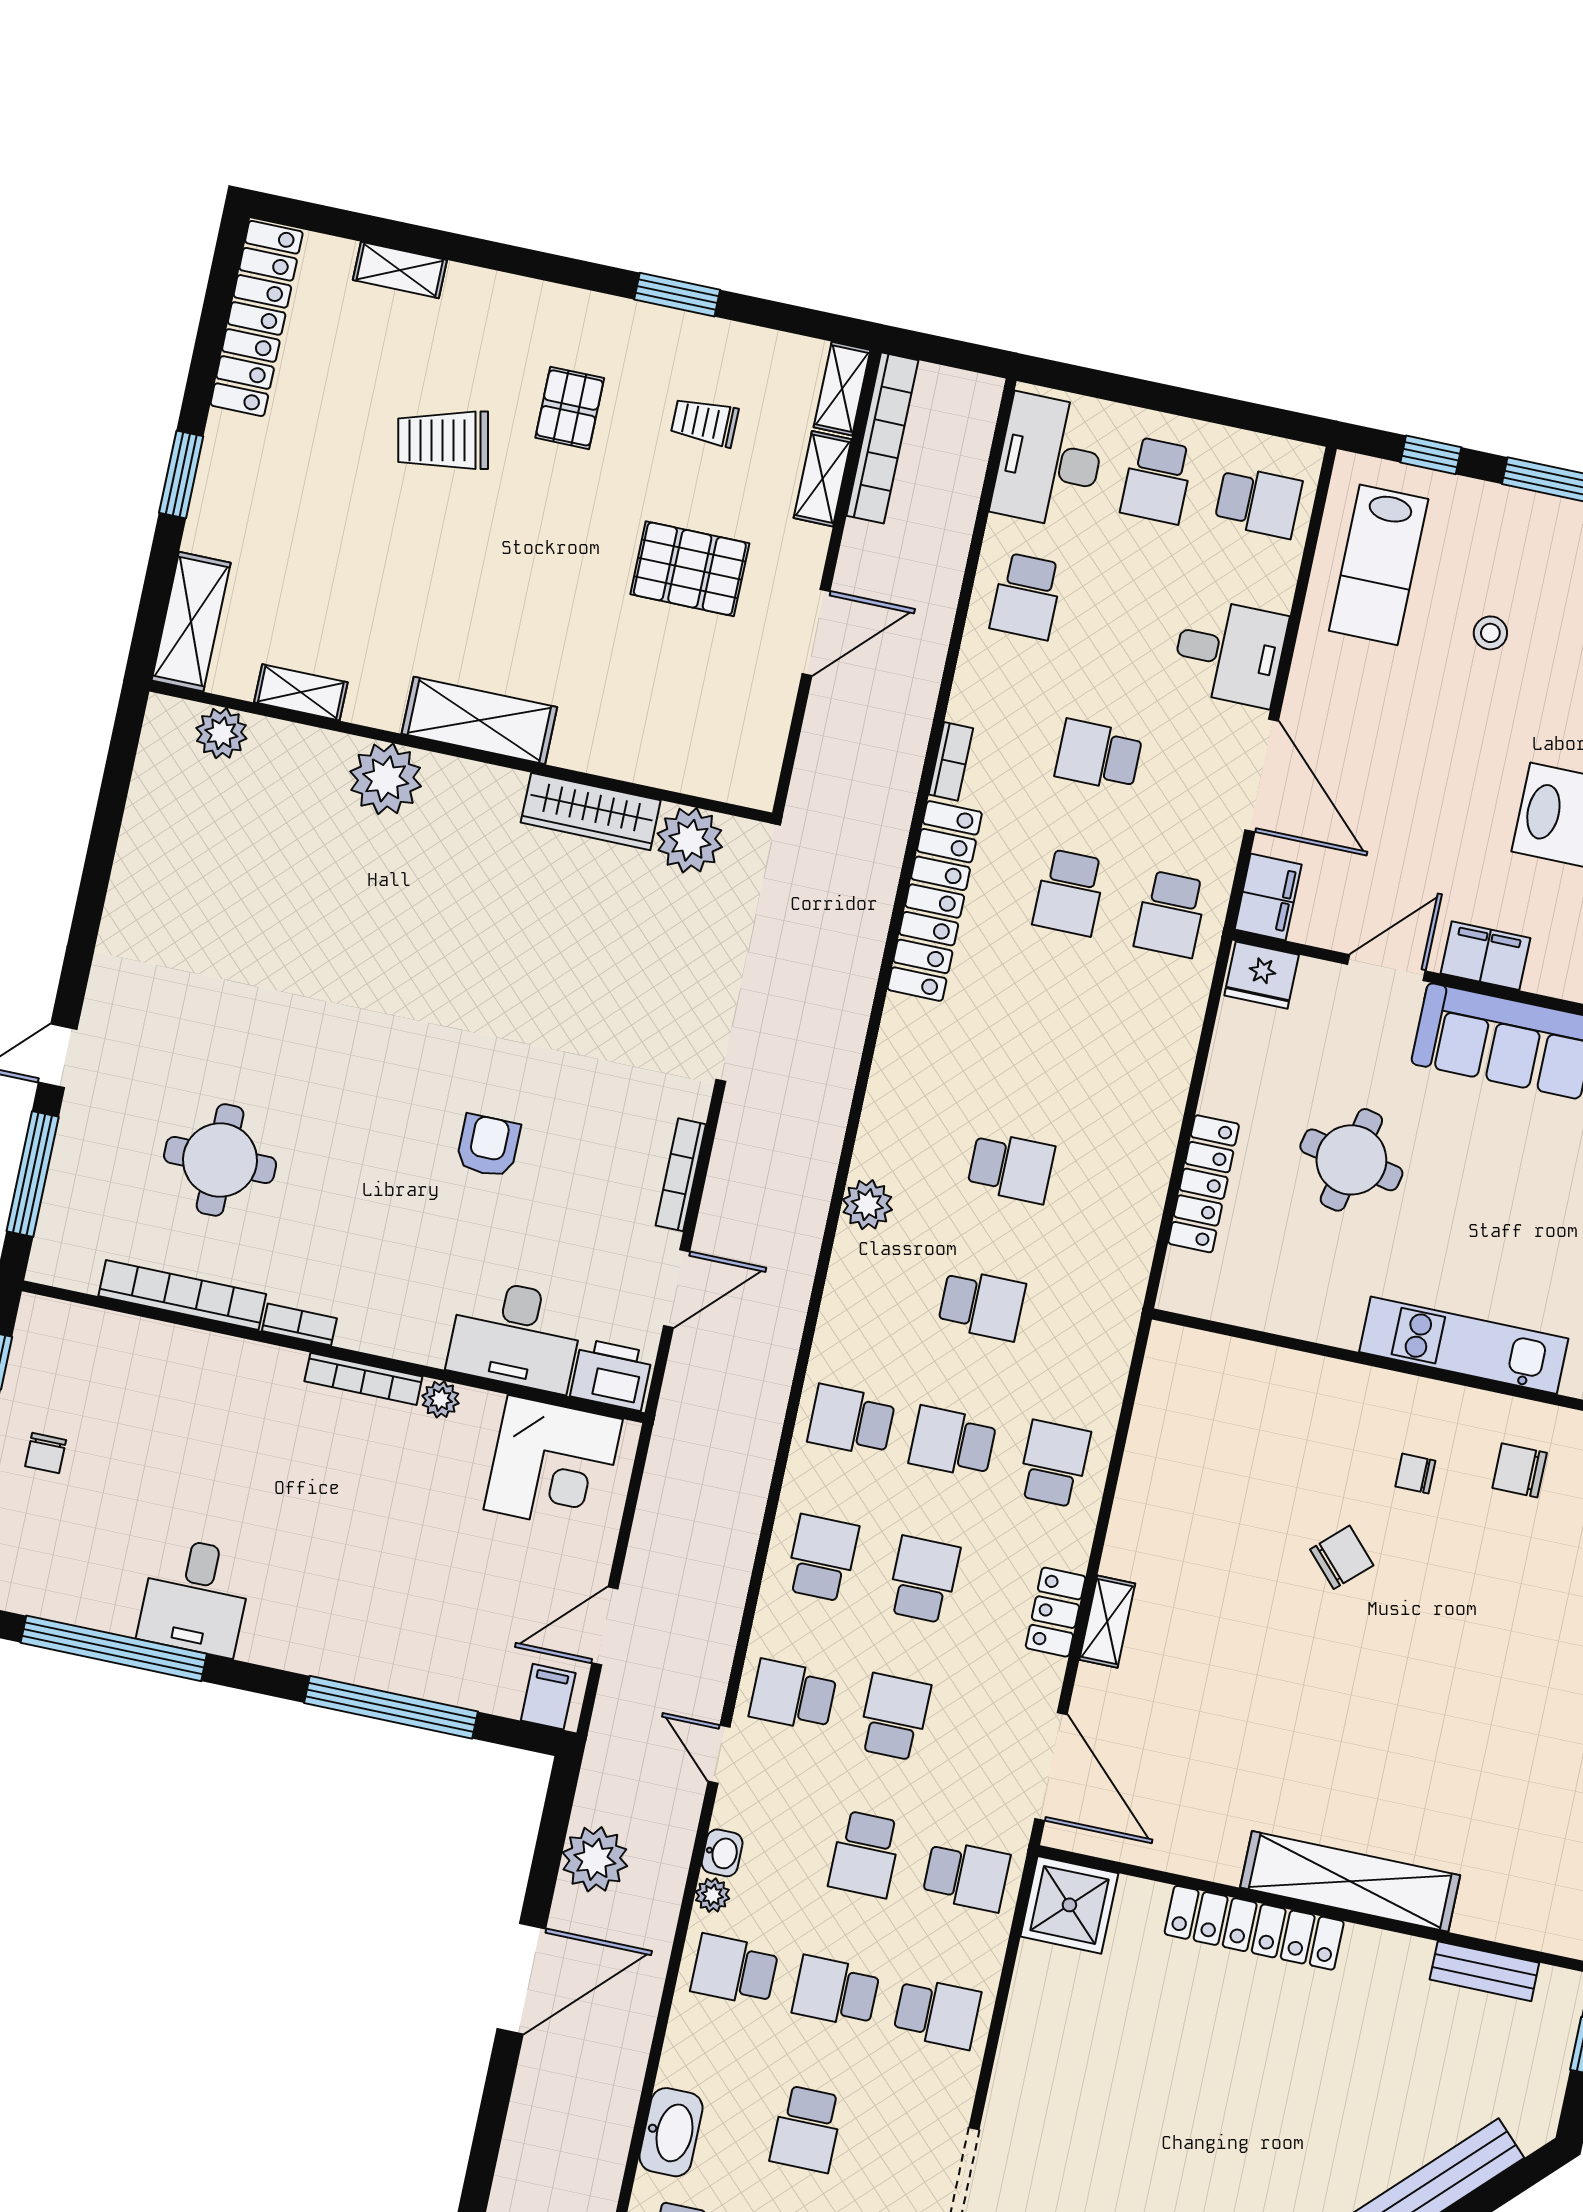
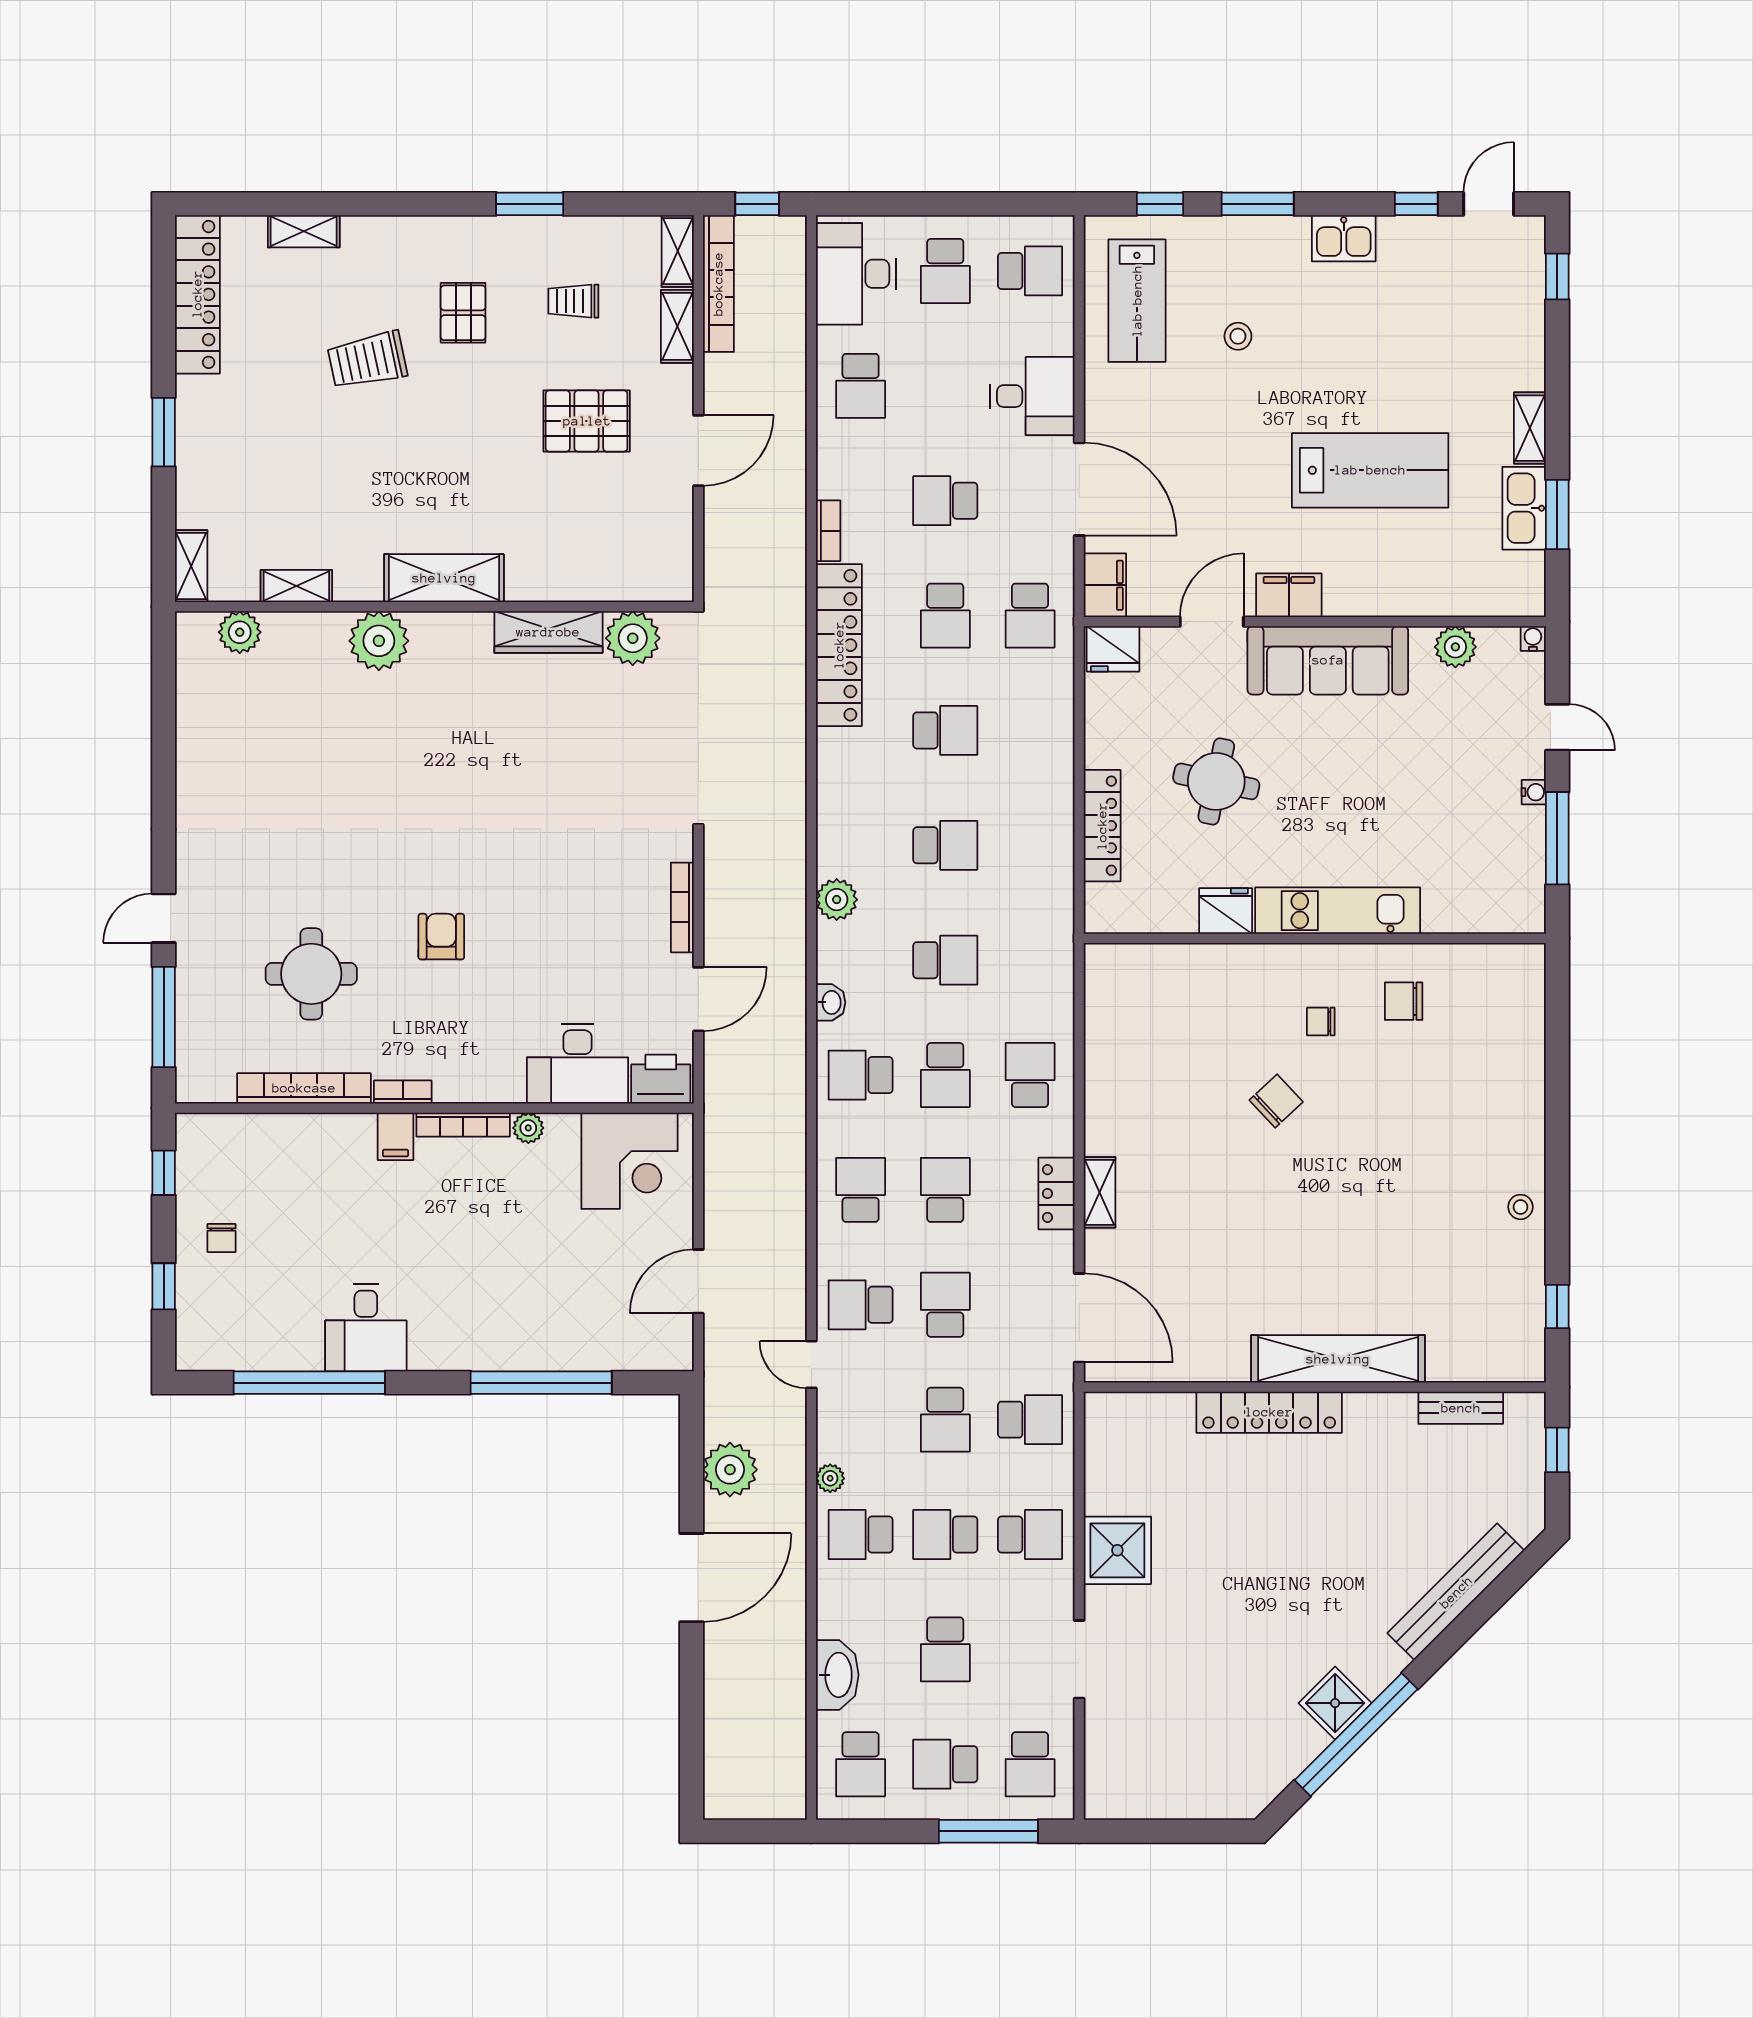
window: (949, 352) -> (757, 204), added
shelving: (191, 622) -> (191, 566), width x0.67, depth x0.75
school desk: (1040, 1030) -> (945, 730), added
armchair: (488, 1146) -> (441, 937), moved
fridge: (1330, 1317) -> (1226, 911), added
school desk: (953, 1442) -> (945, 1075), turned -90
filing cabinet: (548, 1697) -> (396, 1136), moved, turned 180
washbasin: (722, 1853) -> (831, 1002), moved
shower: (1069, 1905) -> (1117, 1550), moved

